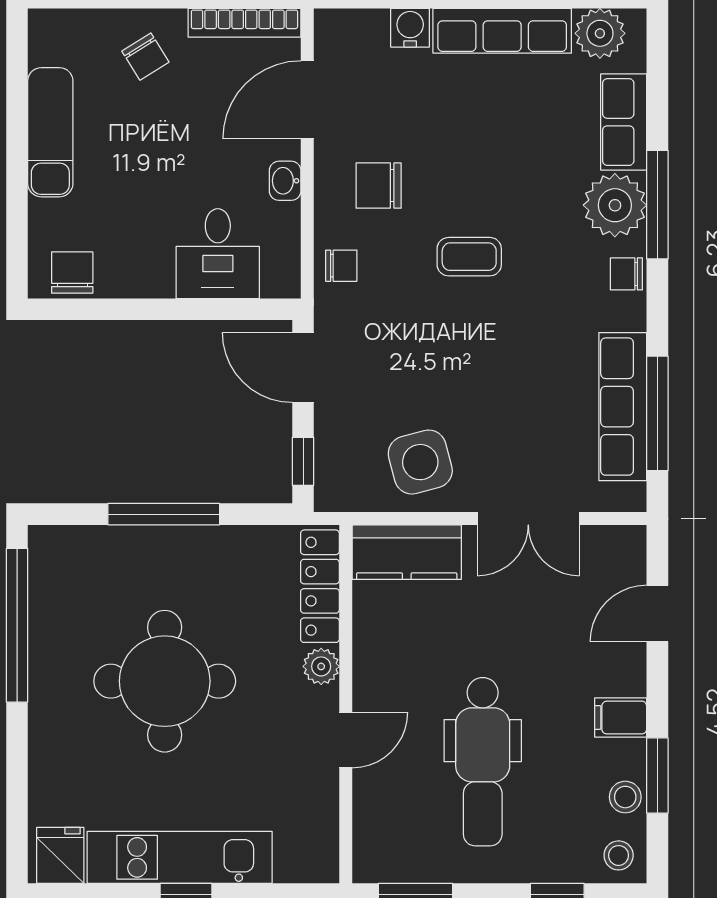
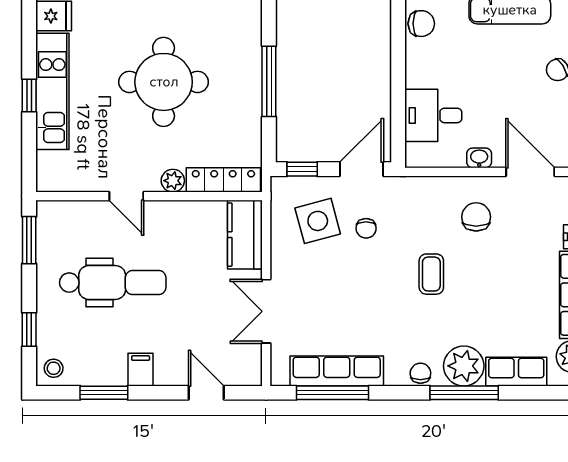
chair: (341, 266) -> (366, 228), moved
side table: (420, 462) -> (318, 221), moved
dental chair: (483, 762) -> (113, 283), turned 180
stool: (625, 797) -> (90, 372), removed

